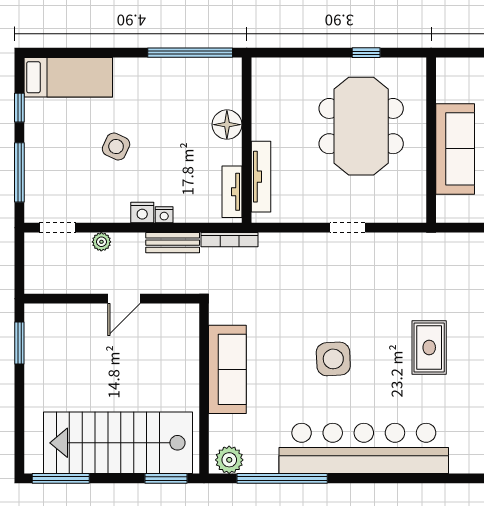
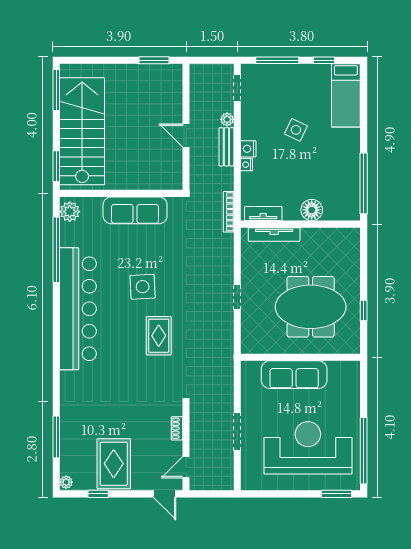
bench: (173, 243) -> (226, 147), moved
rug: (429, 347) -> (159, 336), moved, turned 90

